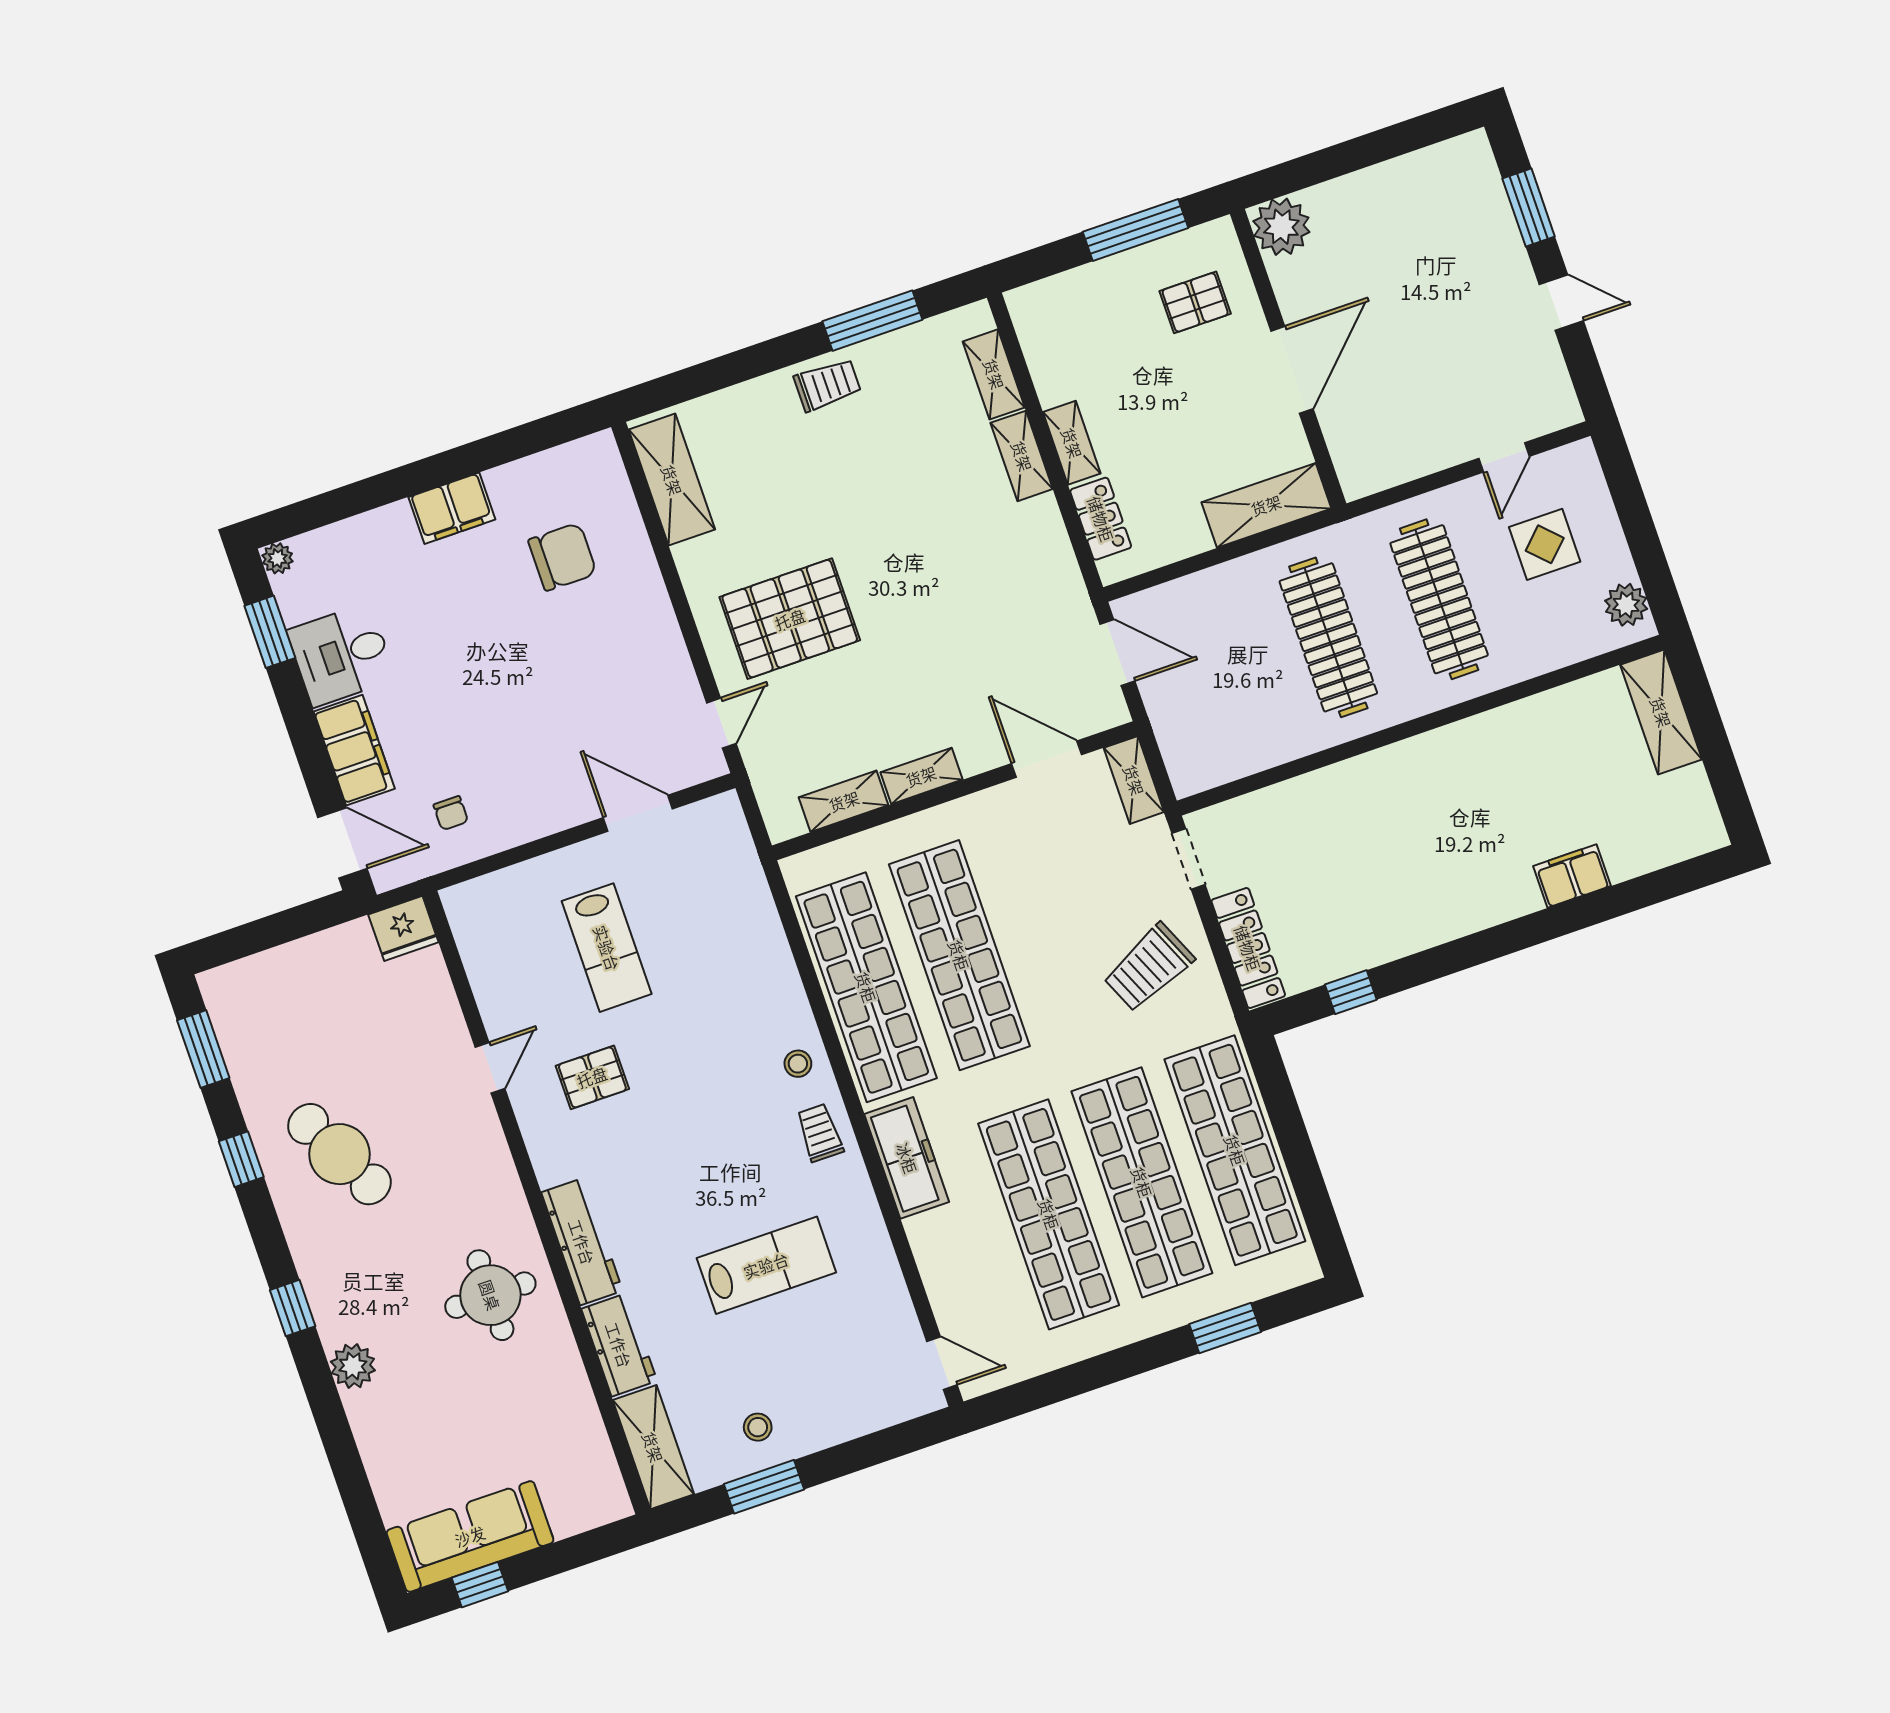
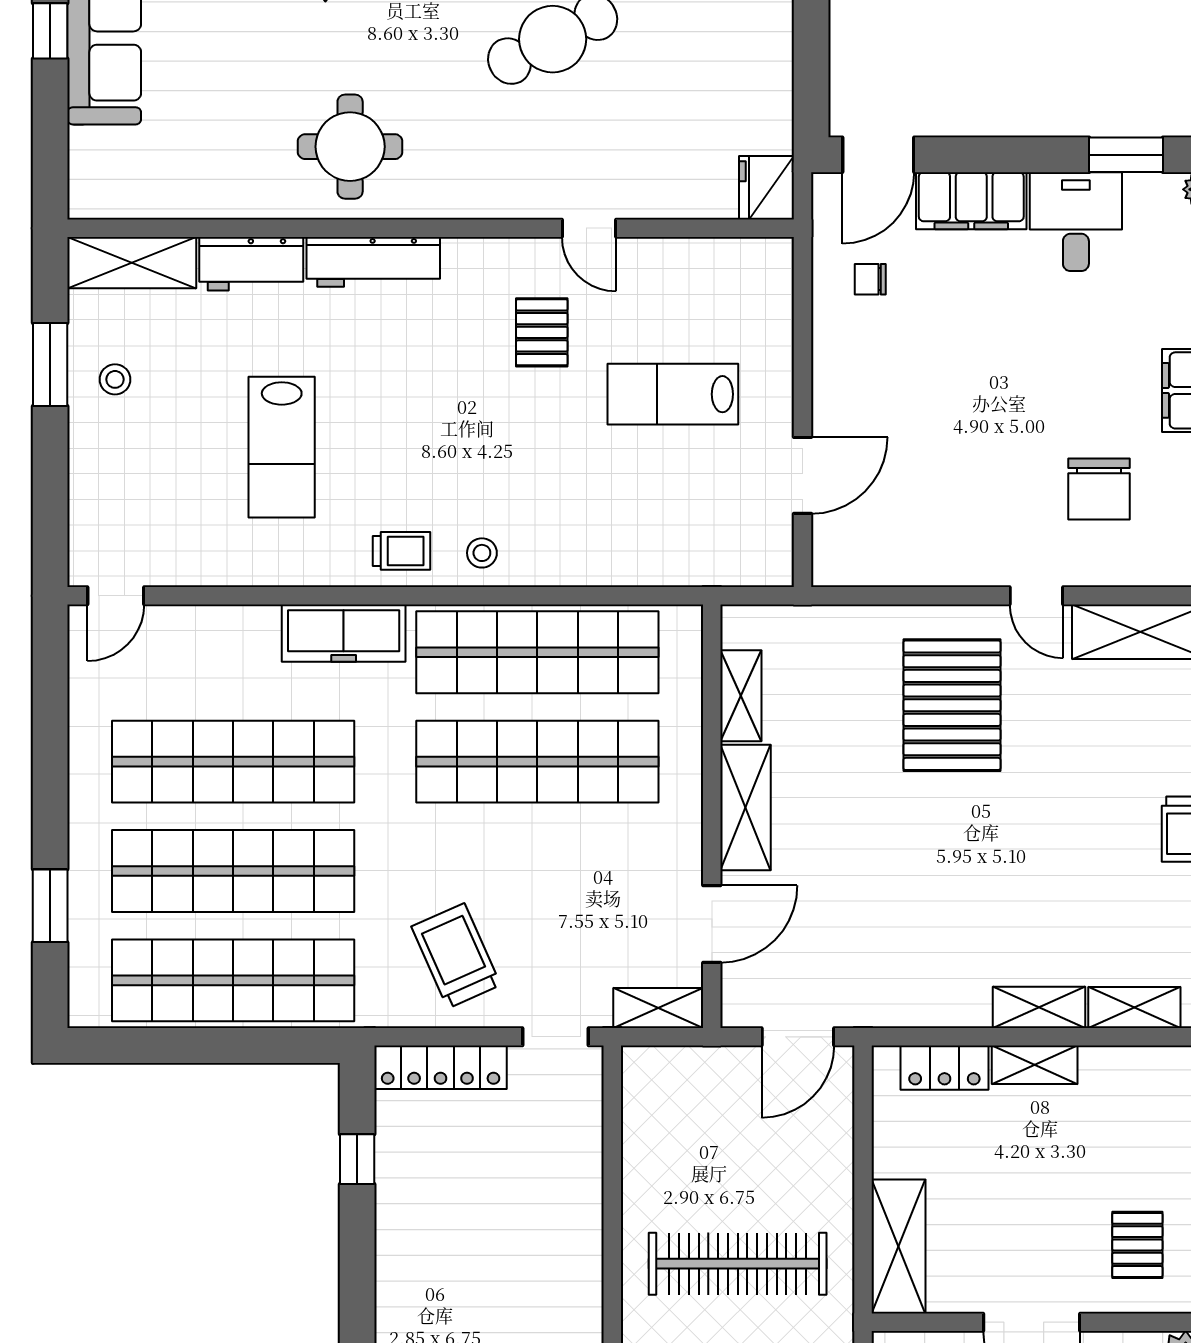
door: (721, 723) -> (1036, 596), moved
shelving: (921, 776) -> (745, 808), width x1.50, depth x1.33

